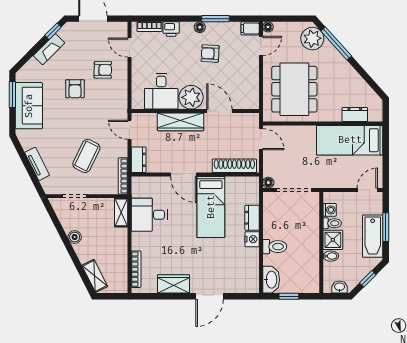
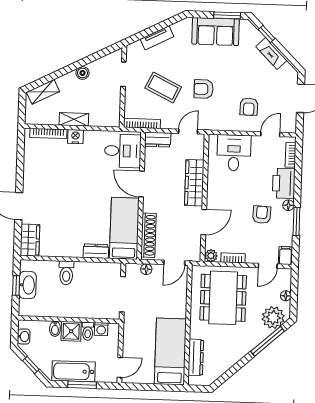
floor lamp: (268, 27) -> (286, 296), moved
printer: (171, 29) -> (284, 183), width x1.87, depth x1.48
window: (53, 31) -> (267, 34), moved
door: (261, 46) -> (268, 266), hinge flipped
bookcase: (254, 81) -> (233, 258), added
armchair: (75, 89) -> (204, 89), moved
dining table: (294, 89) -> (223, 298), turned 90
desk: (161, 91) -> (234, 153), moved, turned 90
plant: (191, 97) -> (211, 256), moved, width x0.53, depth x0.53
dresser: (355, 114) -> (196, 357), width x1.44
door: (184, 174) -> (141, 184), hinge flipped
floor lamp: (268, 183) -> (146, 269), moved
door: (367, 190) -> (120, 367), hinge flipped
bed: (211, 207) -> (124, 228), moved, turned 90
shelving: (121, 212) -> (74, 119), moved
desk: (149, 215) -> (123, 151), moved, turned 90
nightstand: (252, 239) -> (75, 137), moved, turned 180
washbasin: (271, 280) -> (28, 285), moved, turned -90
wardrobe: (174, 284) -> (30, 240), moved

